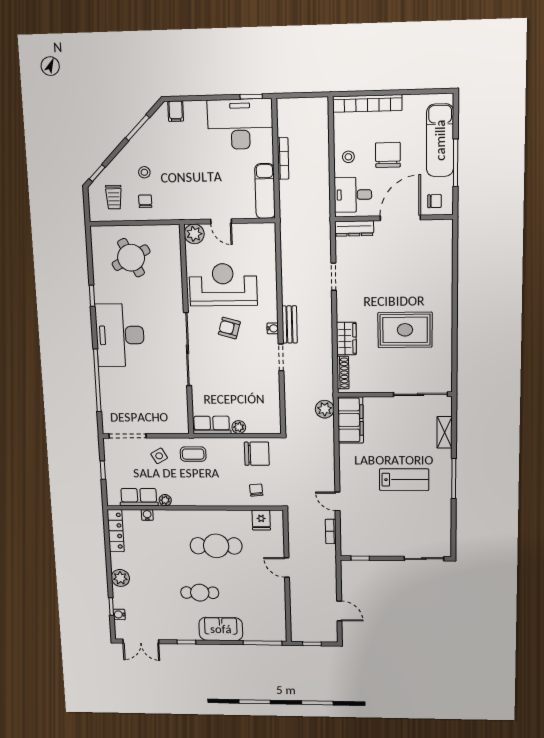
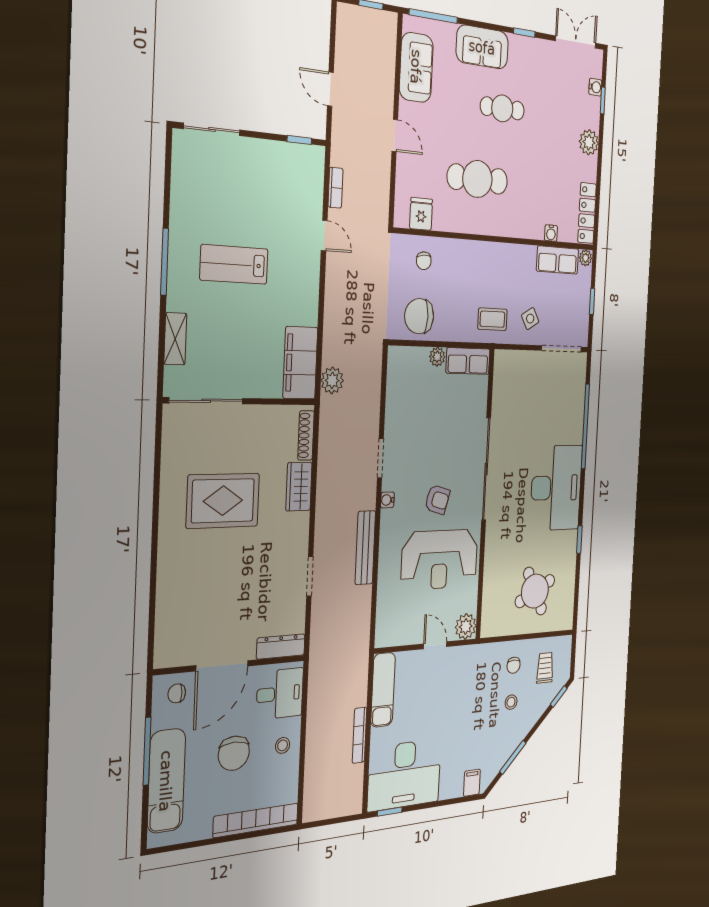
bench: (289, 324) -> (365, 548), moved, width x1.36
plant: (165, 500) -> (586, 258), moved
sofa: (273, 611) -> (416, 67), added
door: (339, 611) -> (330, 89), moved

